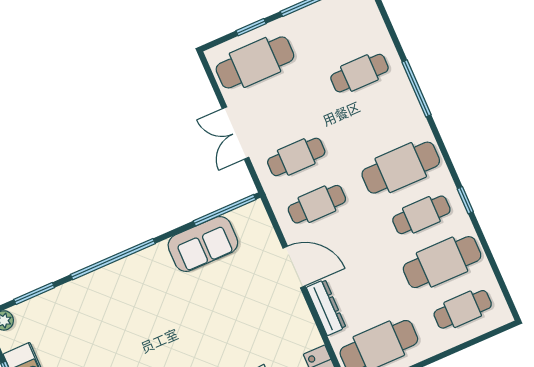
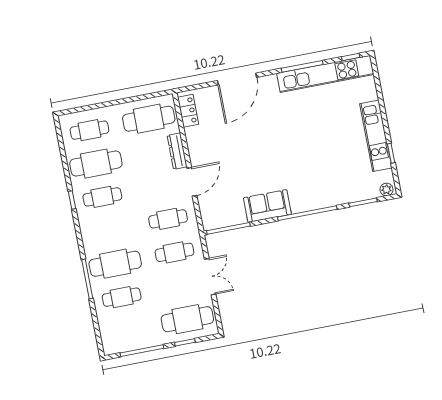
cafe table: (401, 168) -> (115, 264), moved
sofa: (203, 244) -> (267, 206), moved
door: (294, 267) -> (192, 182), swing flipped

